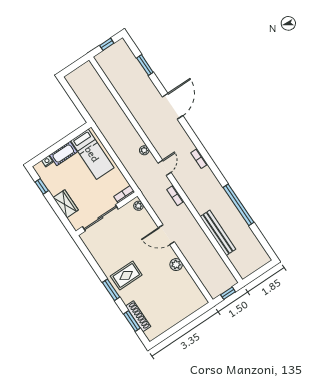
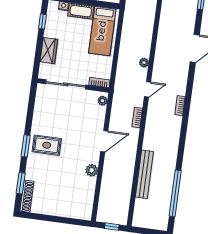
window: (239, 205) -> (175, 193), moved
door: (166, 235) -> (104, 141), swing flipped
shoe rack: (138, 316) -> (27, 196), moved

